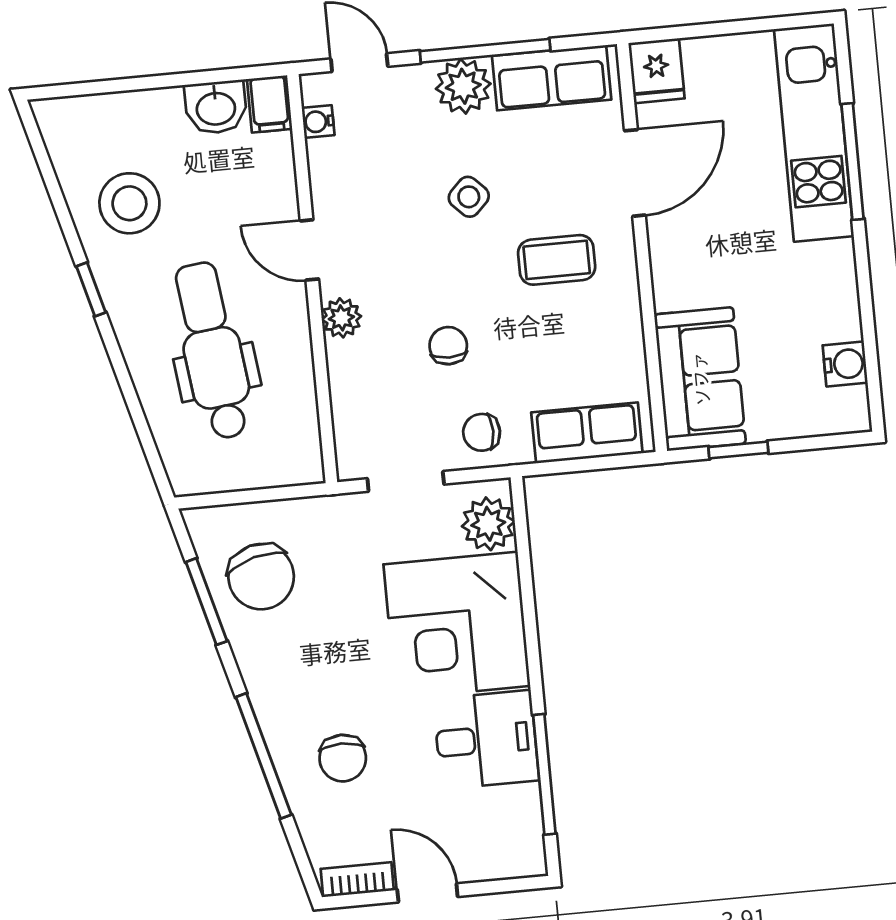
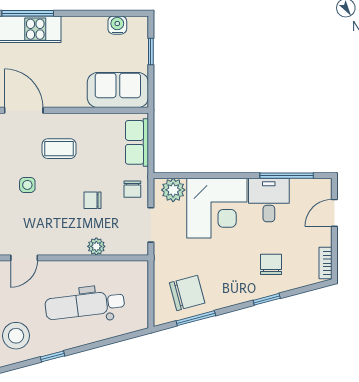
side table: (469, 197) -> (27, 185), turned 45
door: (309, 250) -> (24, 258), moved
coffee table: (557, 260) -> (59, 149), turned 90
plant: (341, 318) -> (96, 246), moved
window: (738, 450) -> (151, 51), moved
window: (264, 756) -> (267, 299), width x0.46
chair: (343, 758) -> (271, 264), turned -90
door: (427, 893) -> (334, 213), moved

